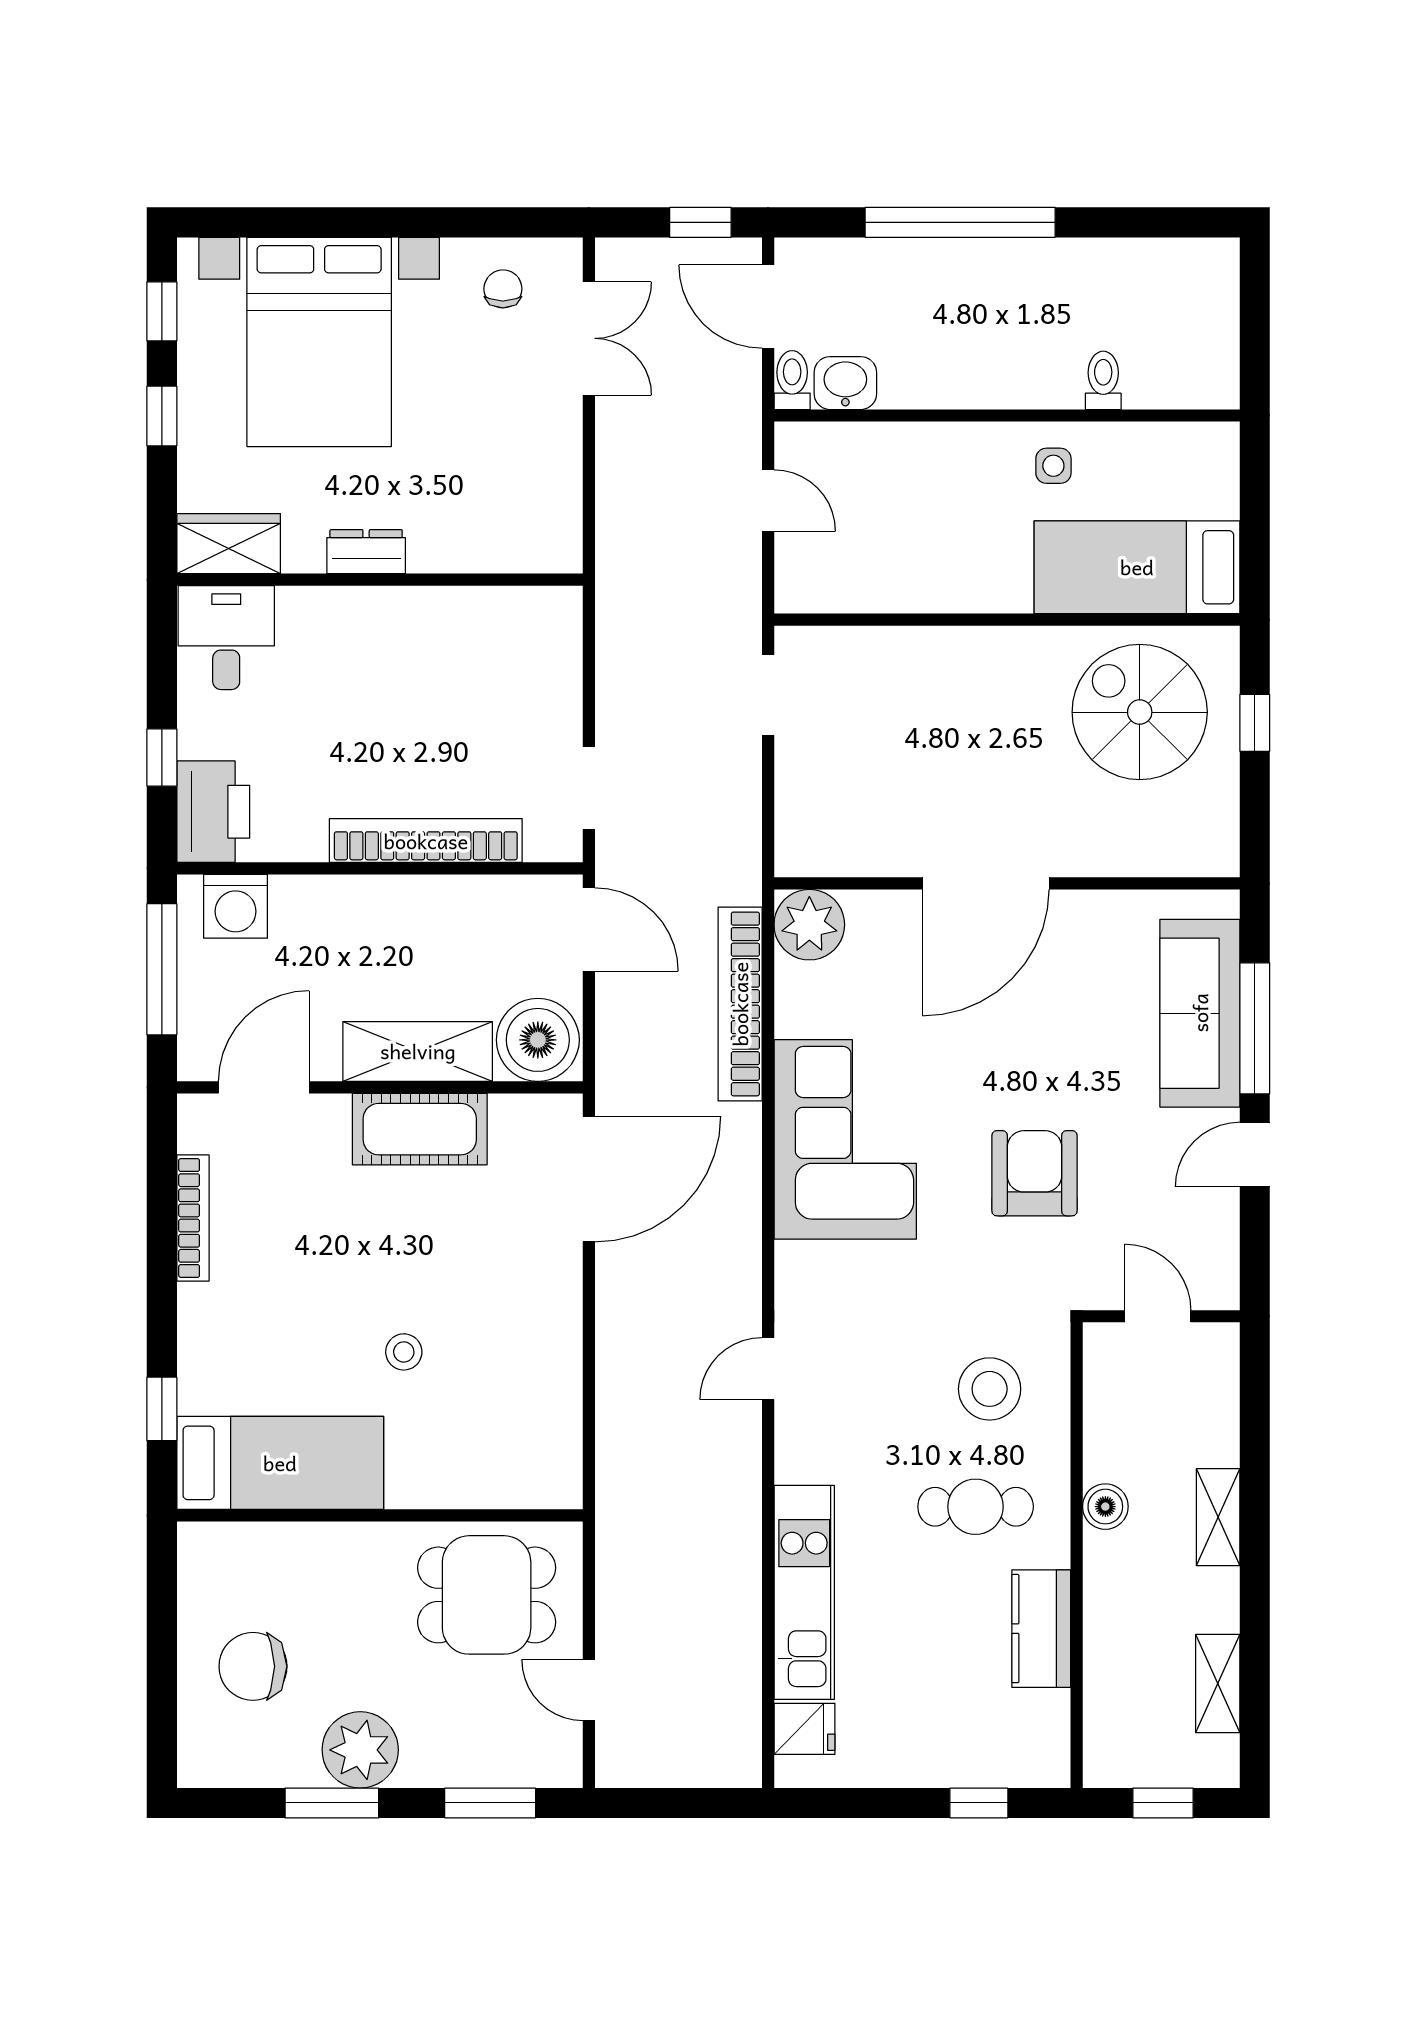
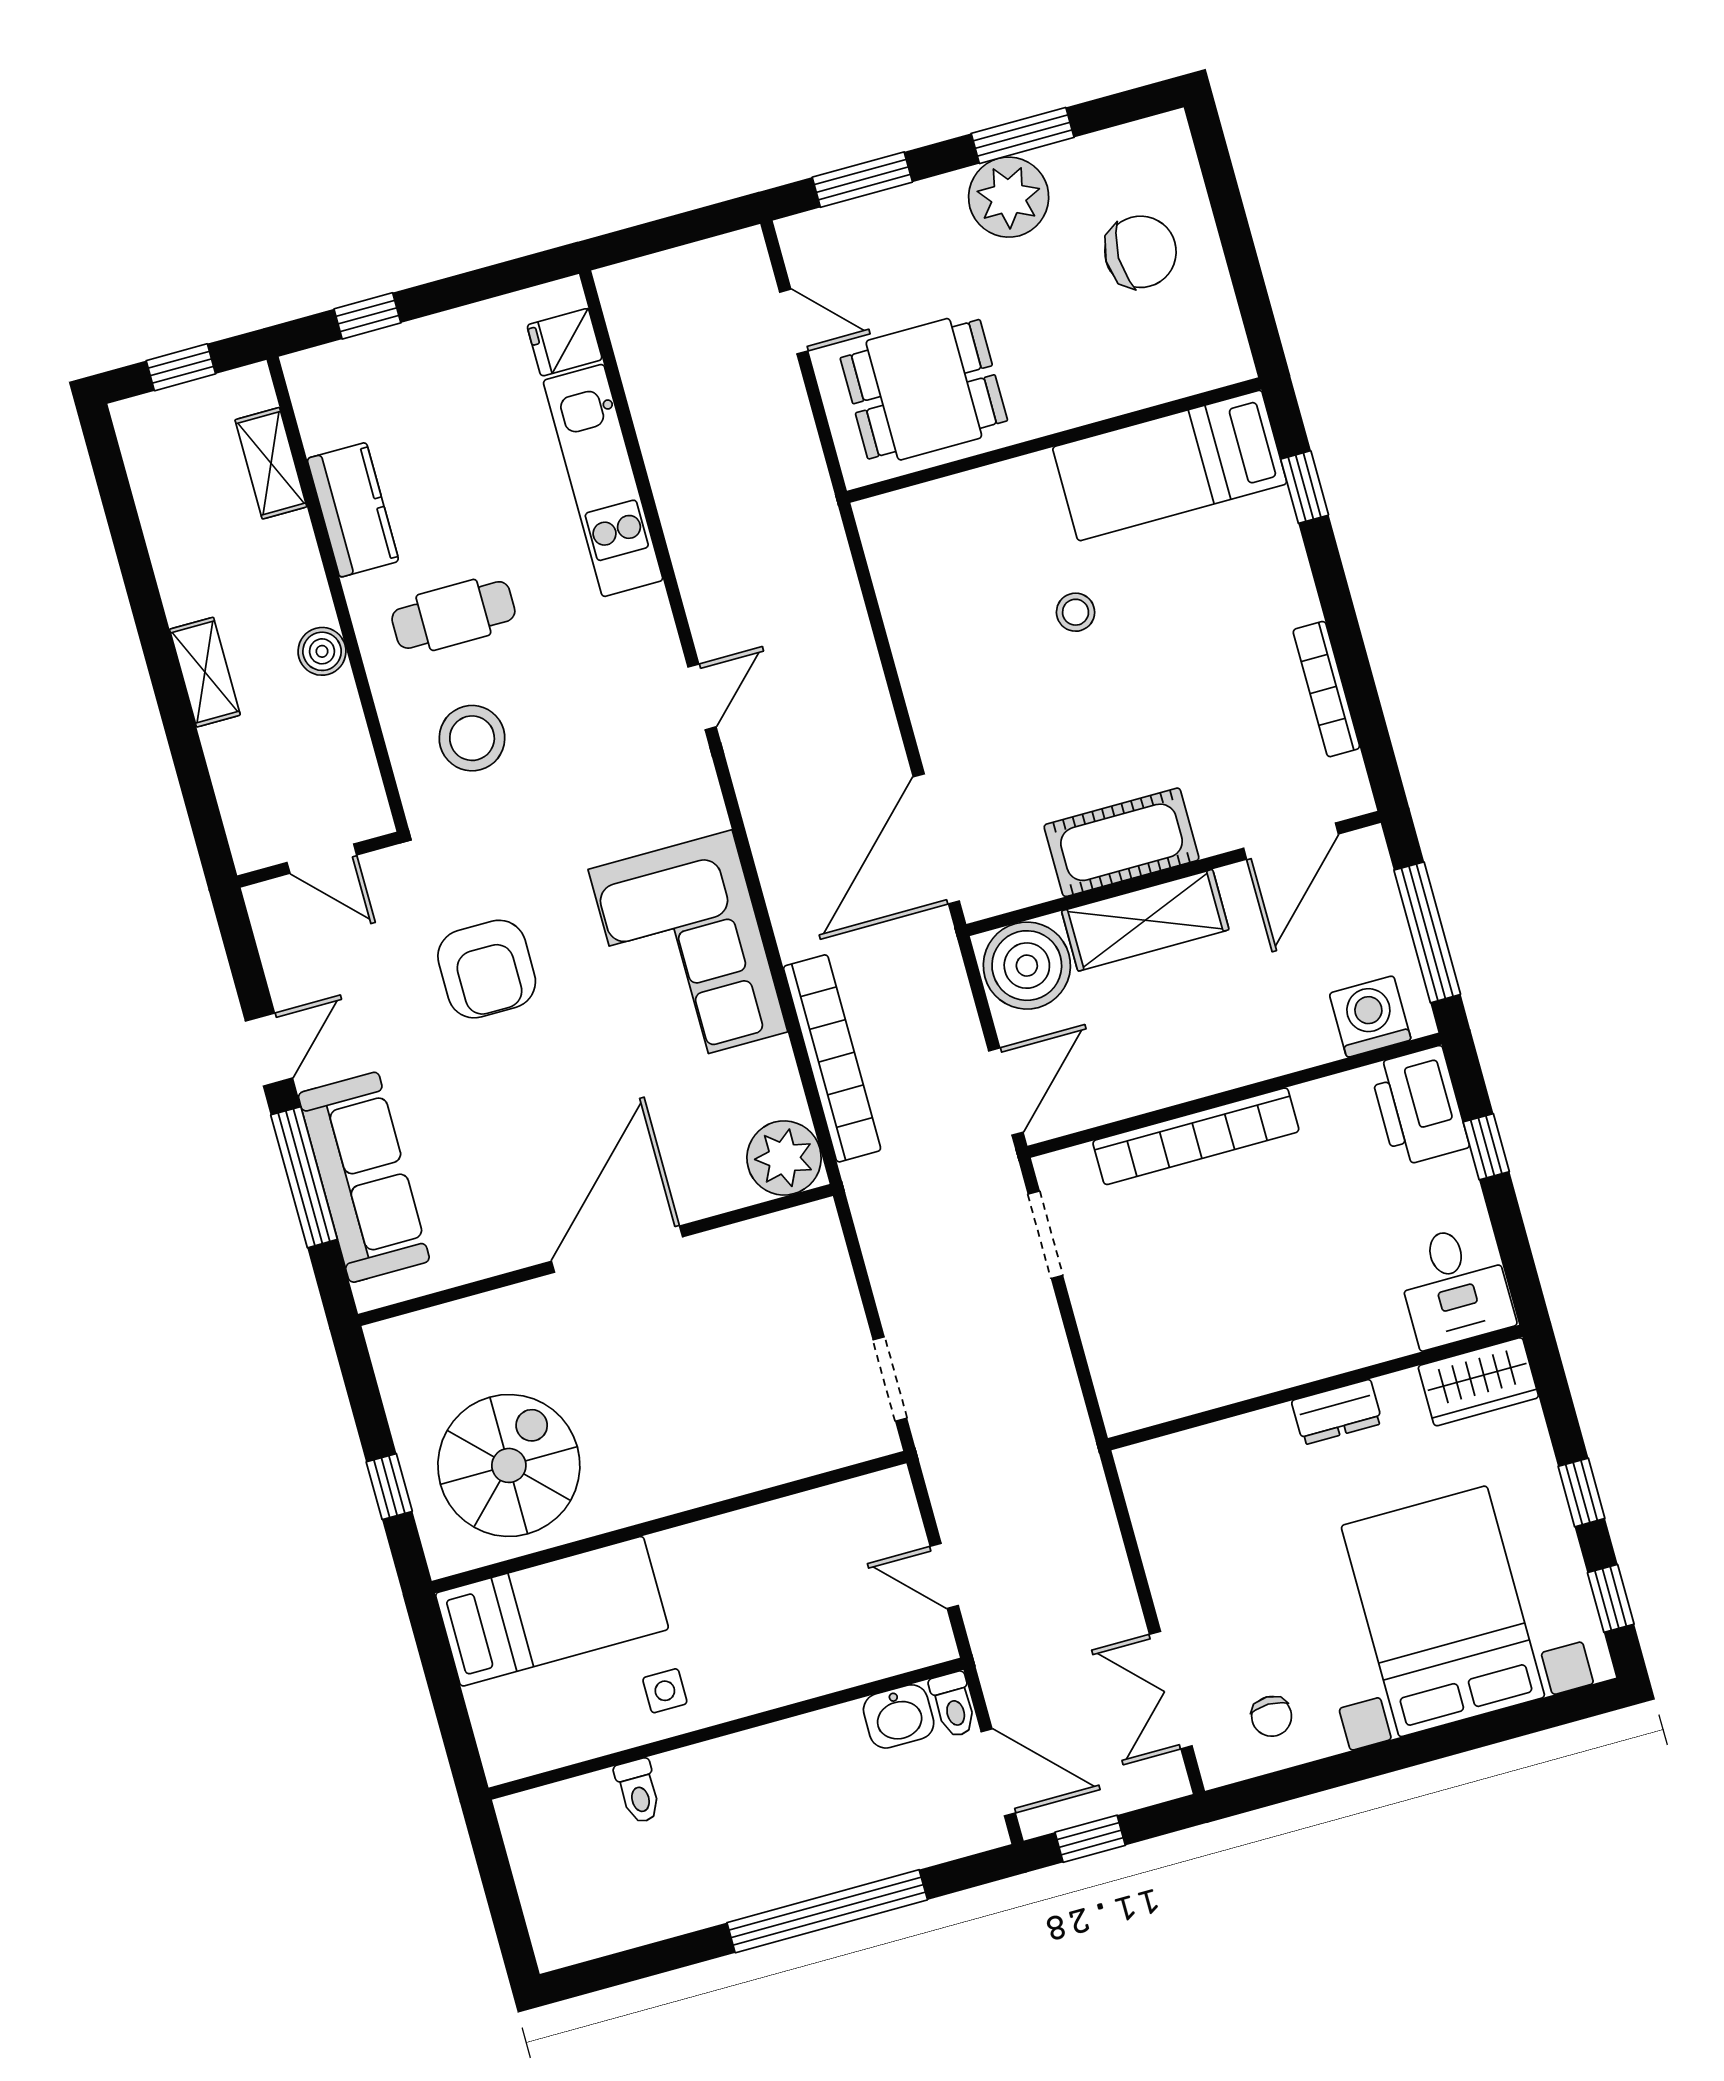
spiral stairs: (1140, 712) -> (509, 1465), turned -90
door: (589, 930) -> (1006, 1092), swing flipped
shelving: (1218, 1684) -> (271, 463), moved

